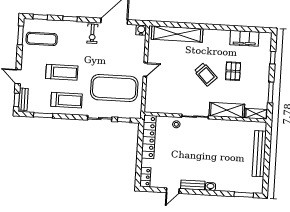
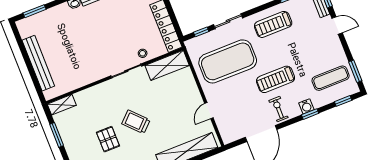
water cooler: (141, 30) -> (306, 106), moved
door: (145, 70) -> (209, 111), moved
treadmill: (62, 72) -> (276, 79), moved
shelving: (227, 110) -> (167, 65), moved

